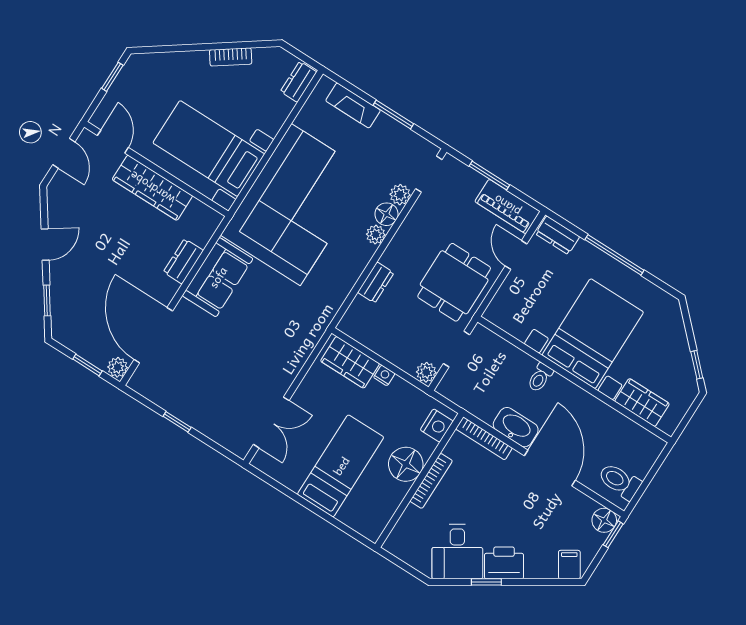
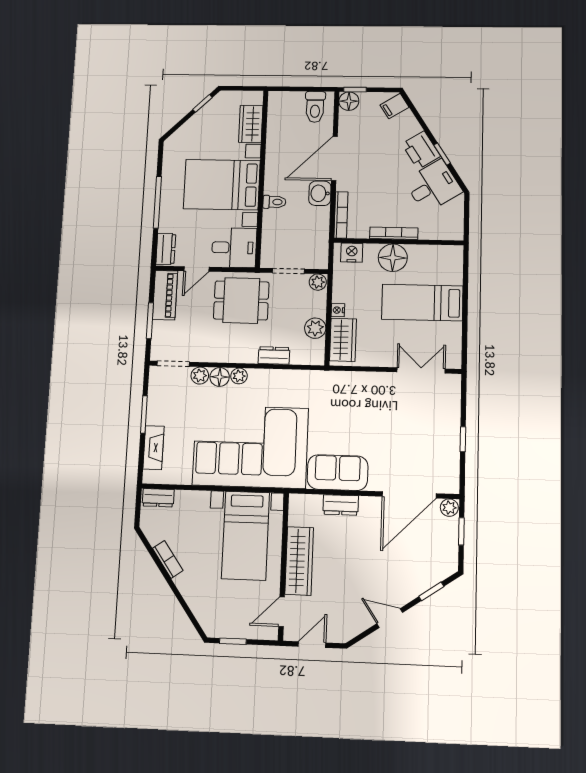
desk: (516, 307) -> (234, 248), added
plant: (379, 341) -> (315, 328), added
washbasin: (516, 427) -> (320, 193), width x0.72

